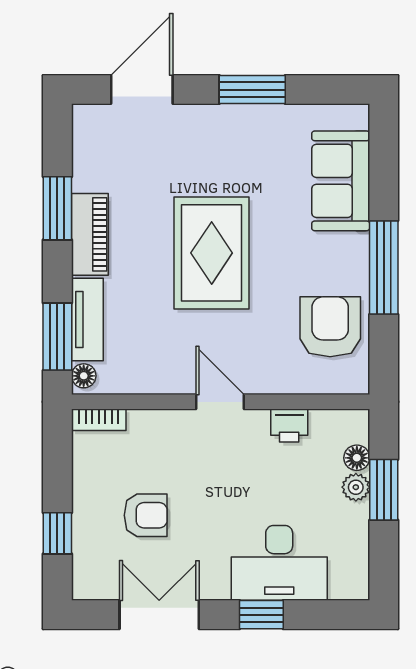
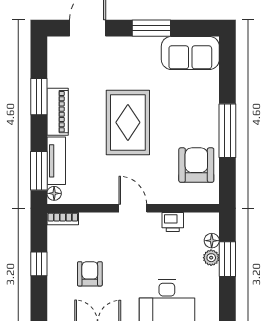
sofa: (341, 181) -> (190, 53), moved, turned -90
armchair: (146, 515) -> (90, 274), turned -90
window: (57, 533) -> (39, 264), moved

